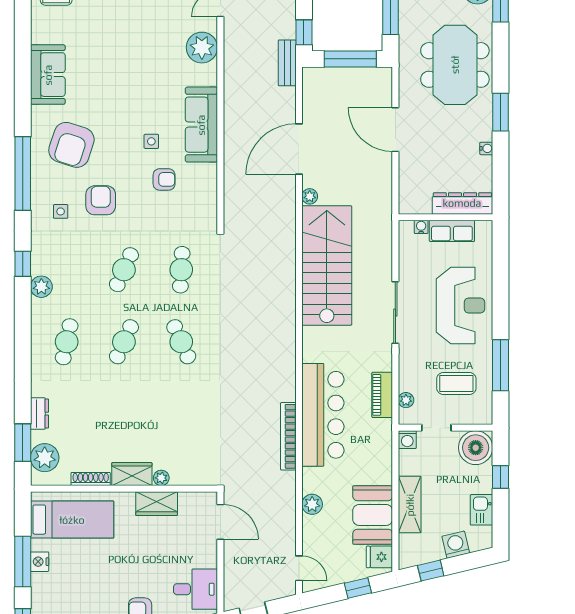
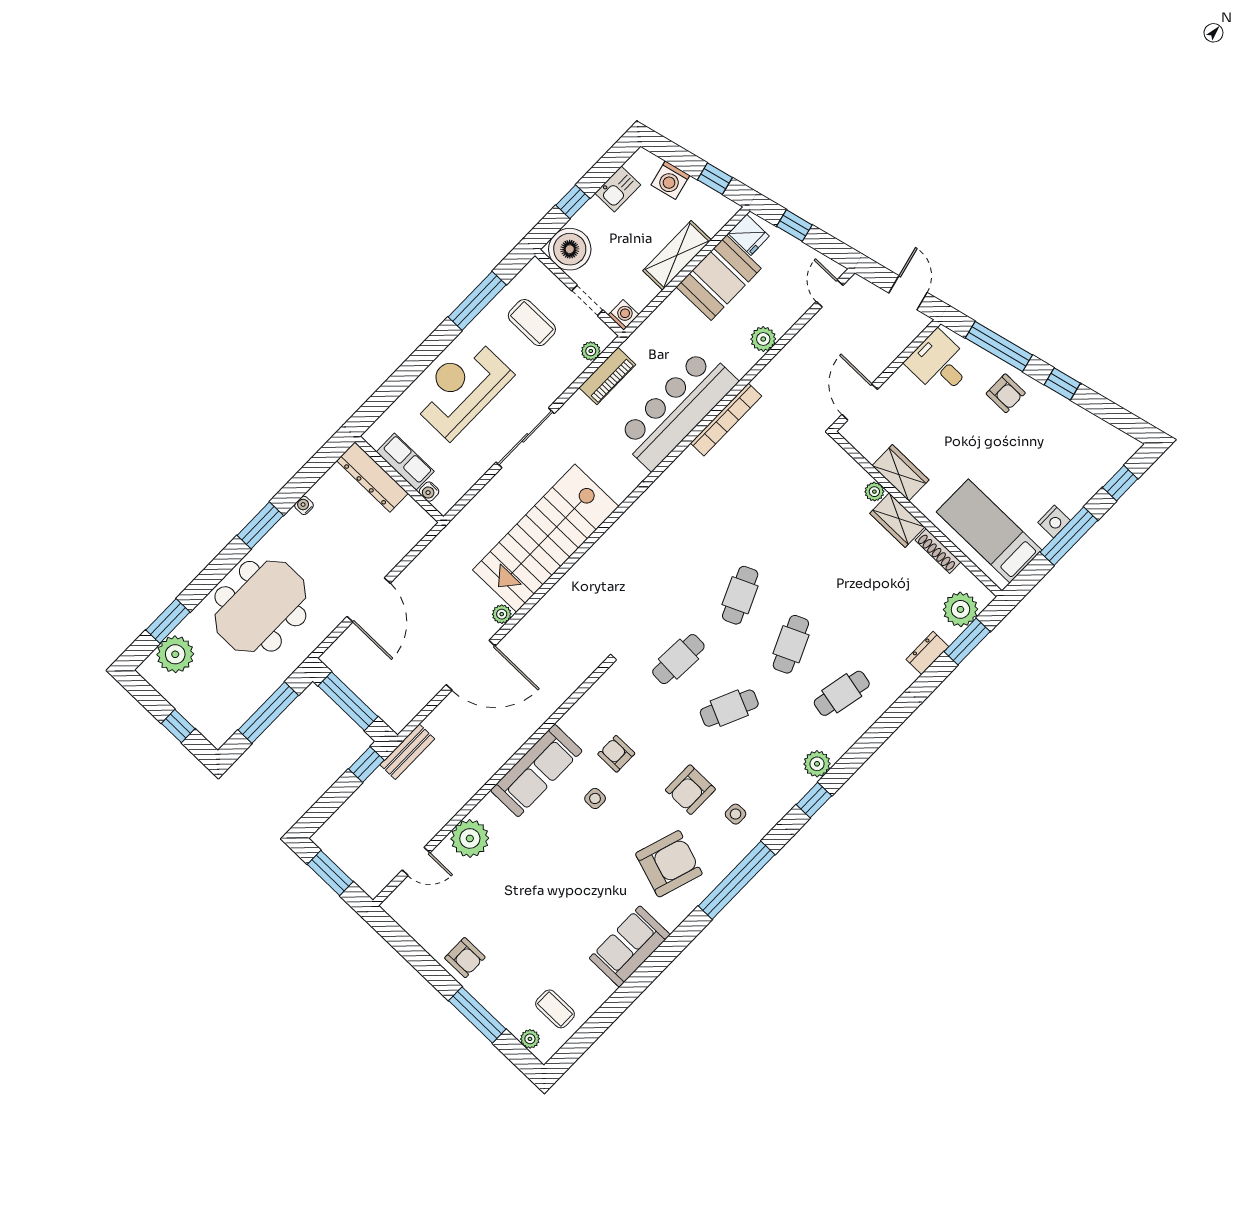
cafe table: (124, 342) -> (791, 644), turned -48

